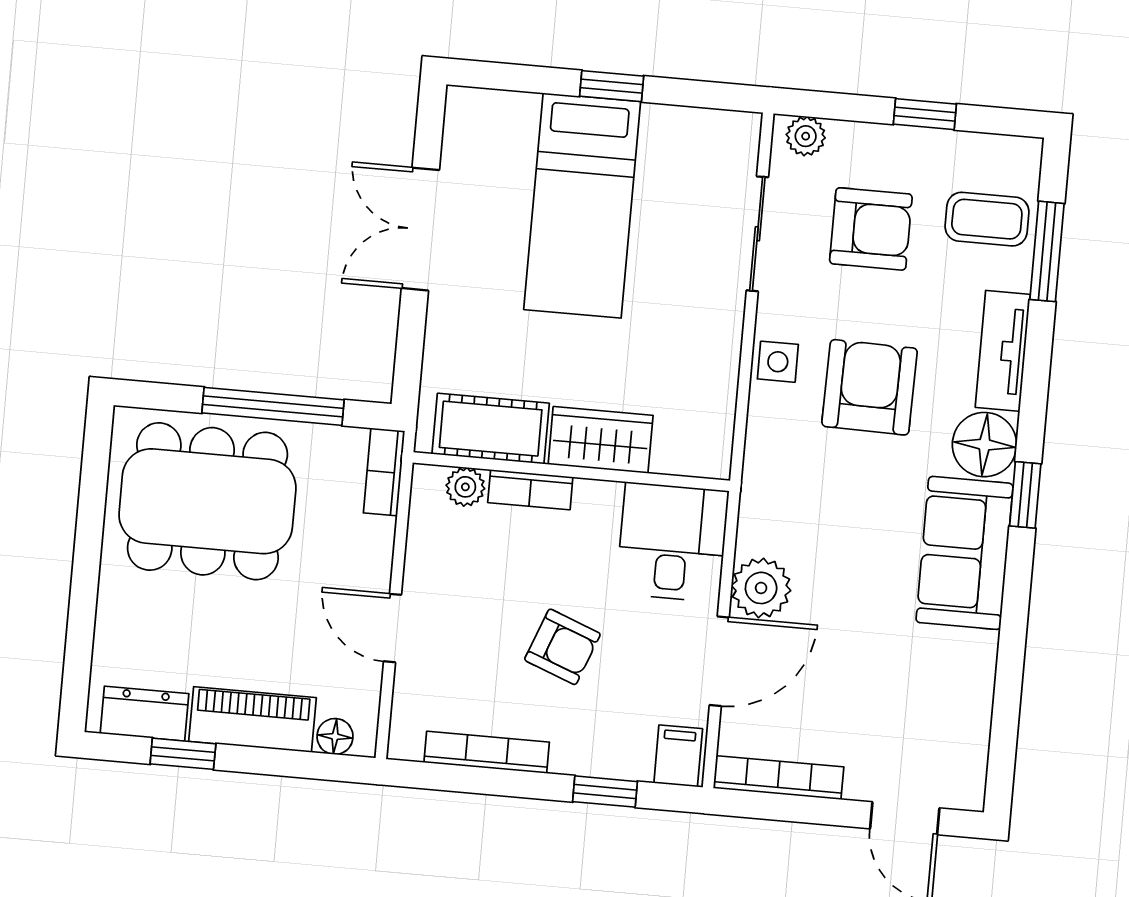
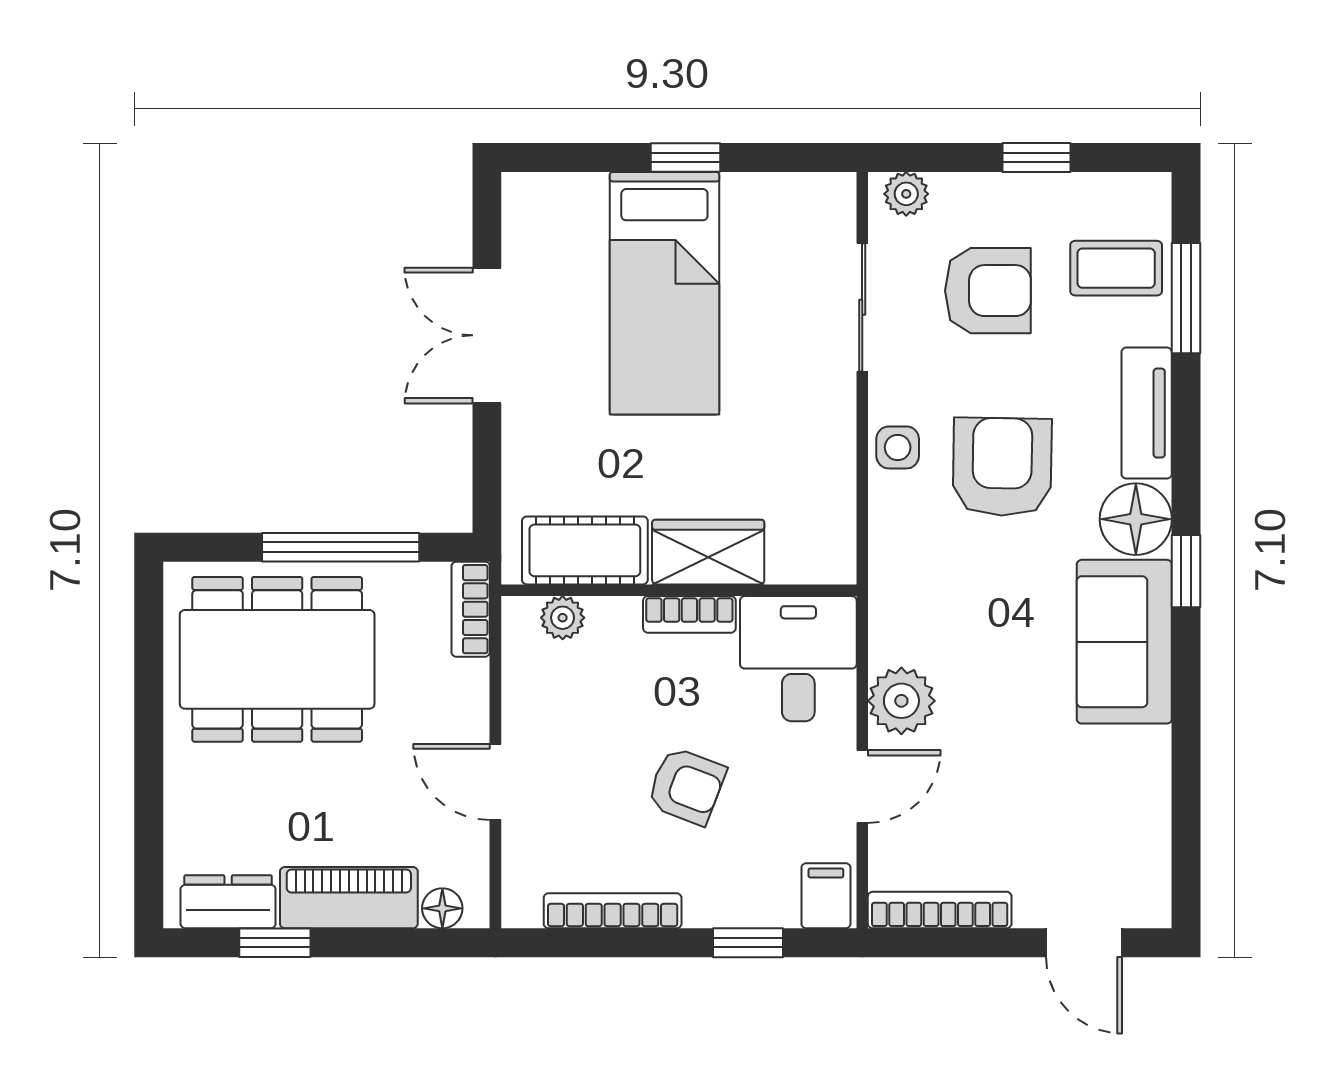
bookcase: (530, 490) -> (689, 614), moved
door: (719, 661) -> (862, 786), width x0.73

